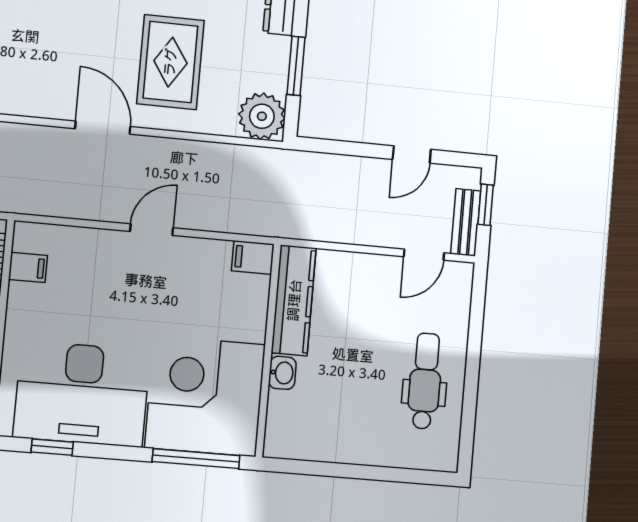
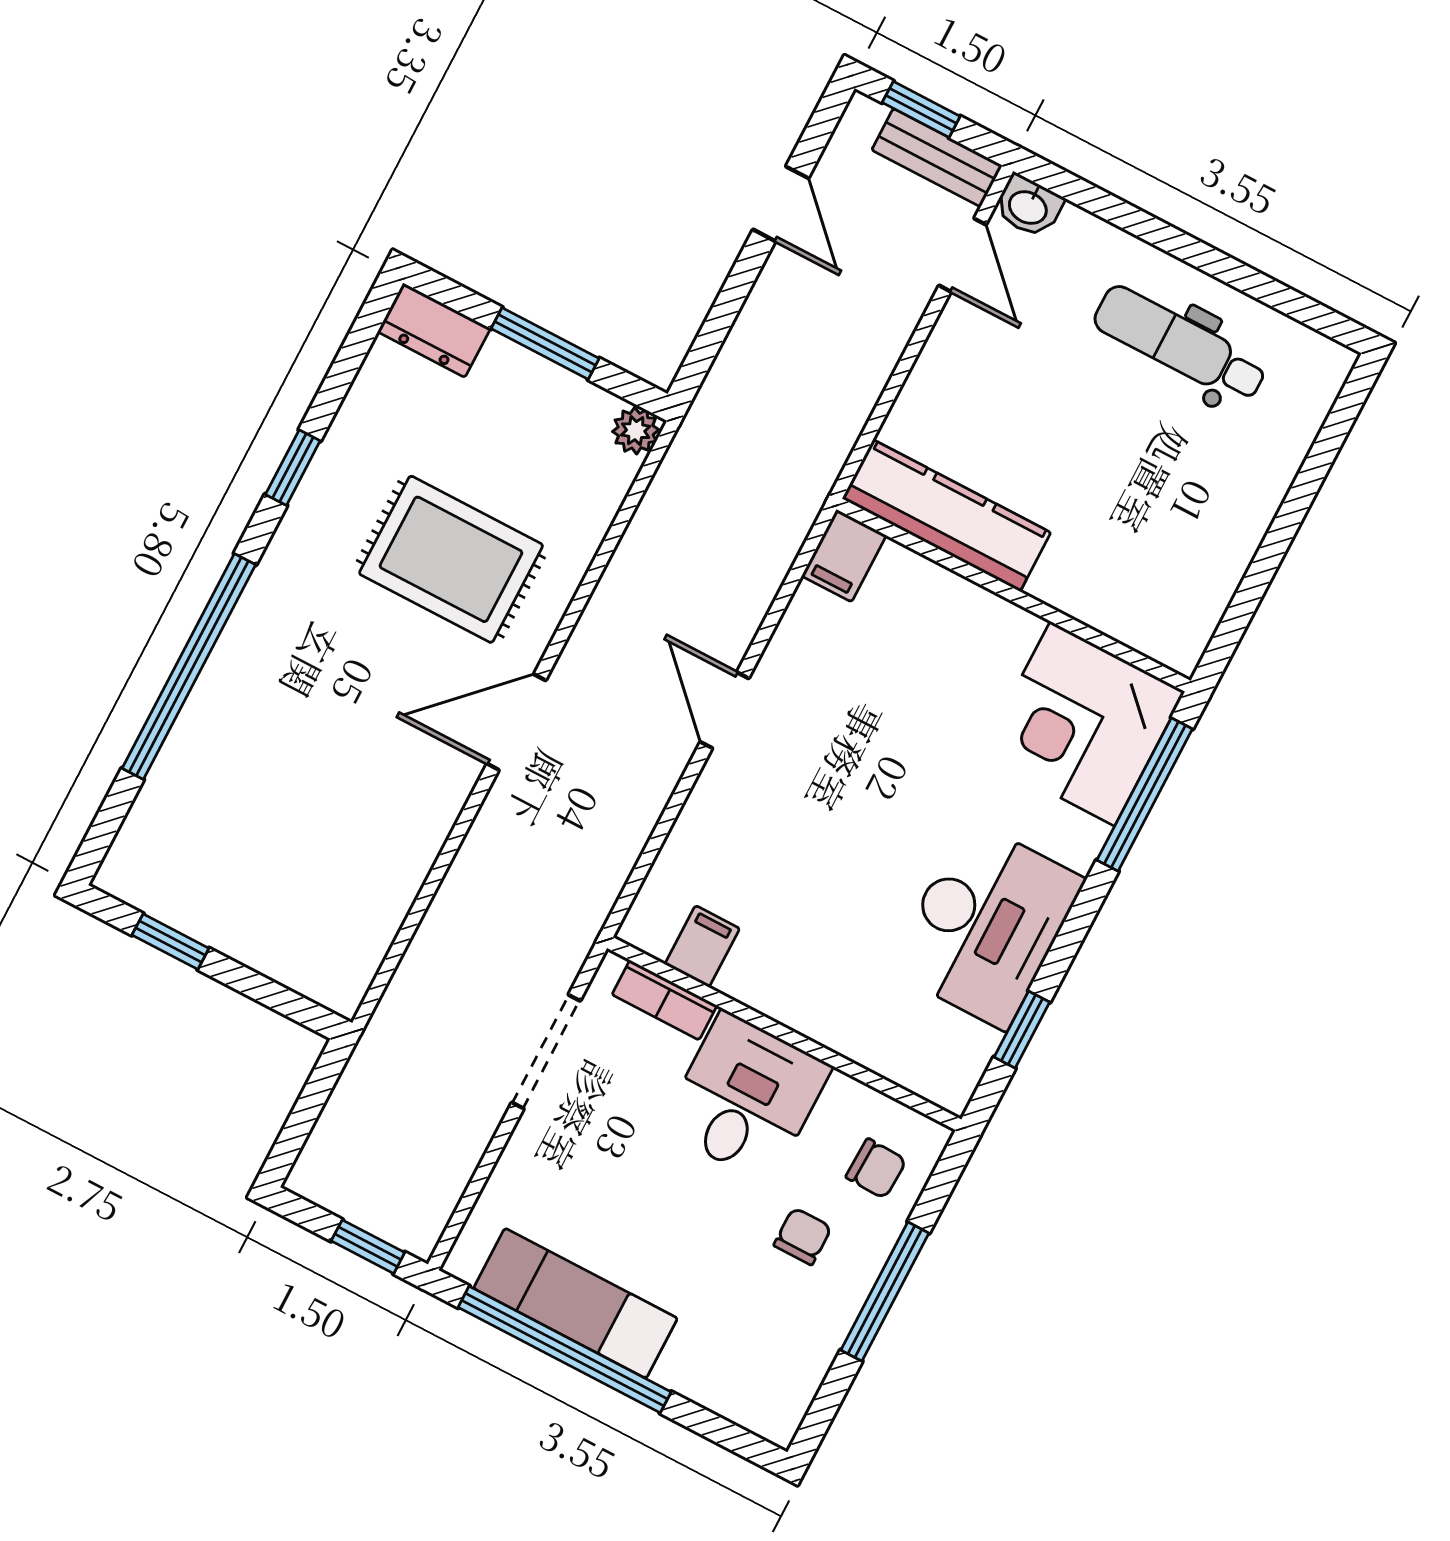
plant: (262, 116) -> (636, 431), width x0.53, depth x0.53
washbasin: (282, 373) -> (1028, 206), moved, turned 180
desk: (82, 394) -> (986, 924), width x0.73, depth x0.77
corner desk: (205, 396) -> (1083, 724), width x0.74, depth x0.74

